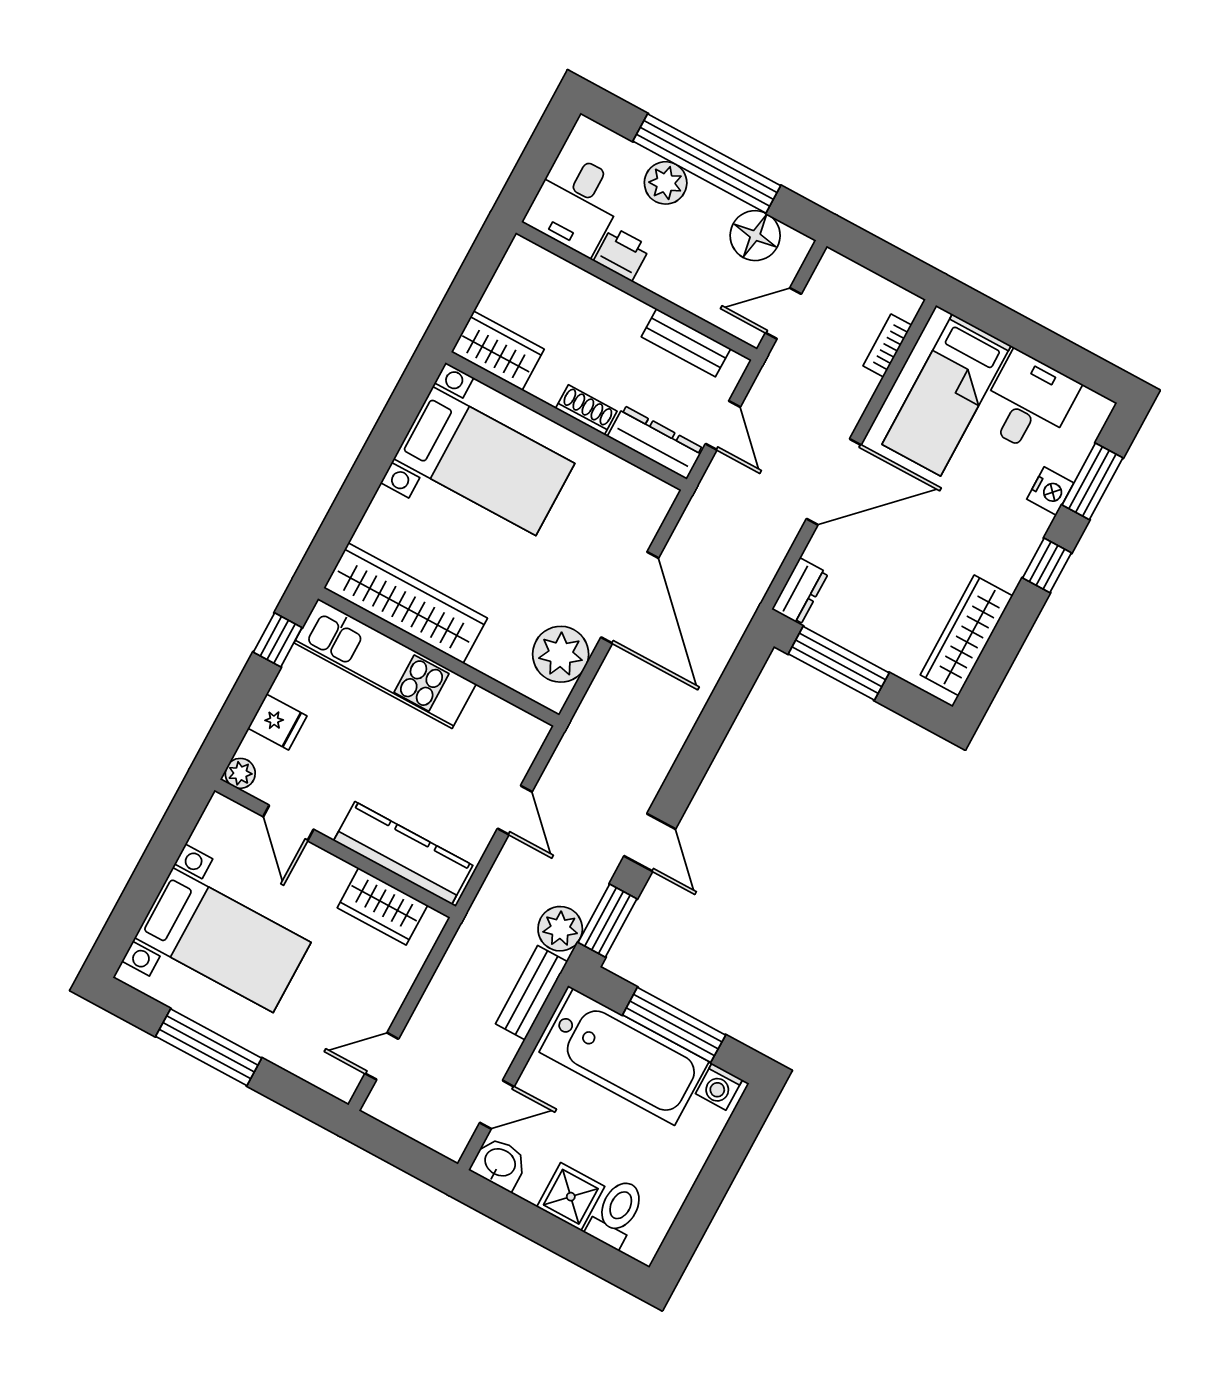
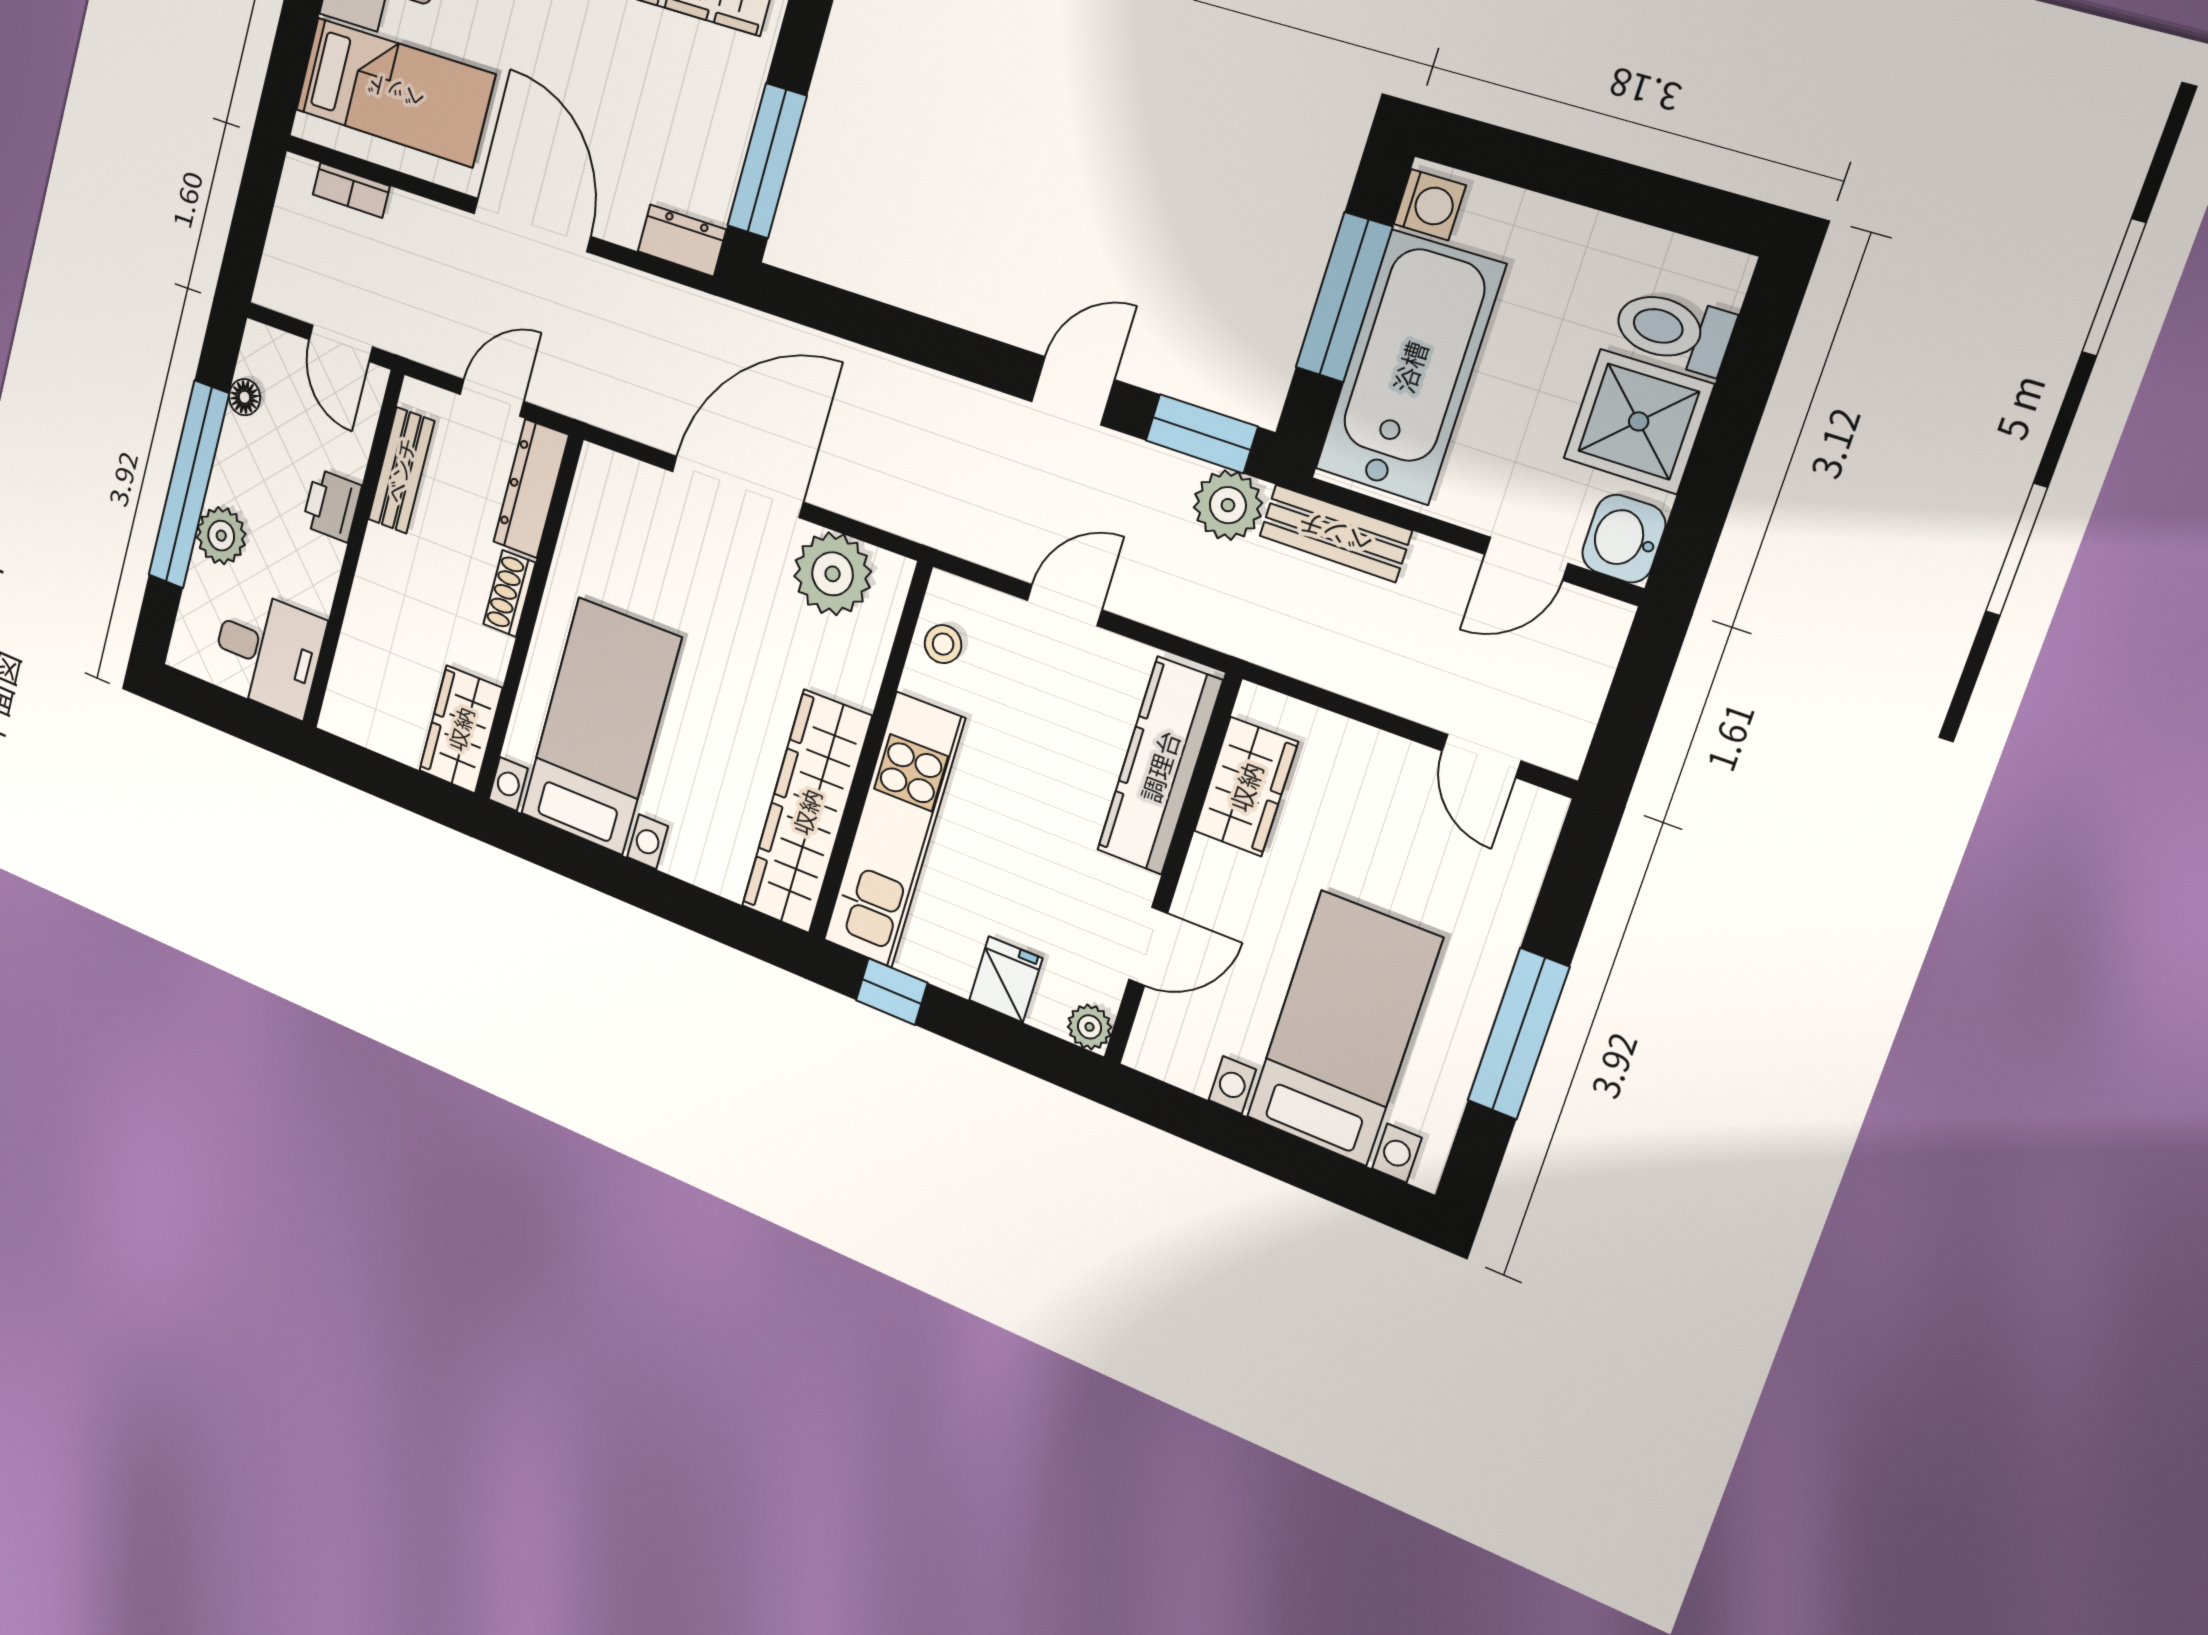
floor lamp: (755, 236) -> (245, 397), width x0.53, depth x0.53
printer: (622, 254) -> (332, 505), moved
stool: (503, 723) -> (943, 644), added
door: (497, 1105) -> (1526, 559), swing flipped
shower: (571, 1197) -> (1639, 421), width x1.36, depth x1.36

